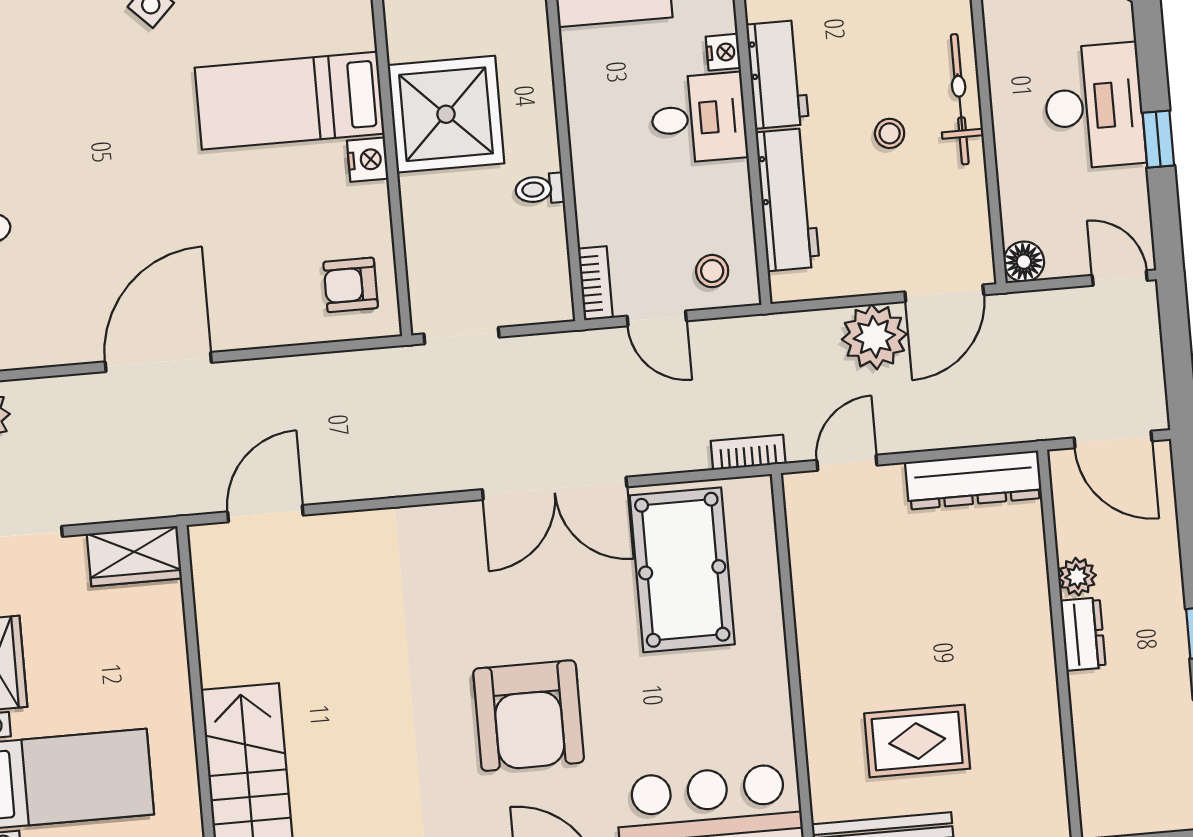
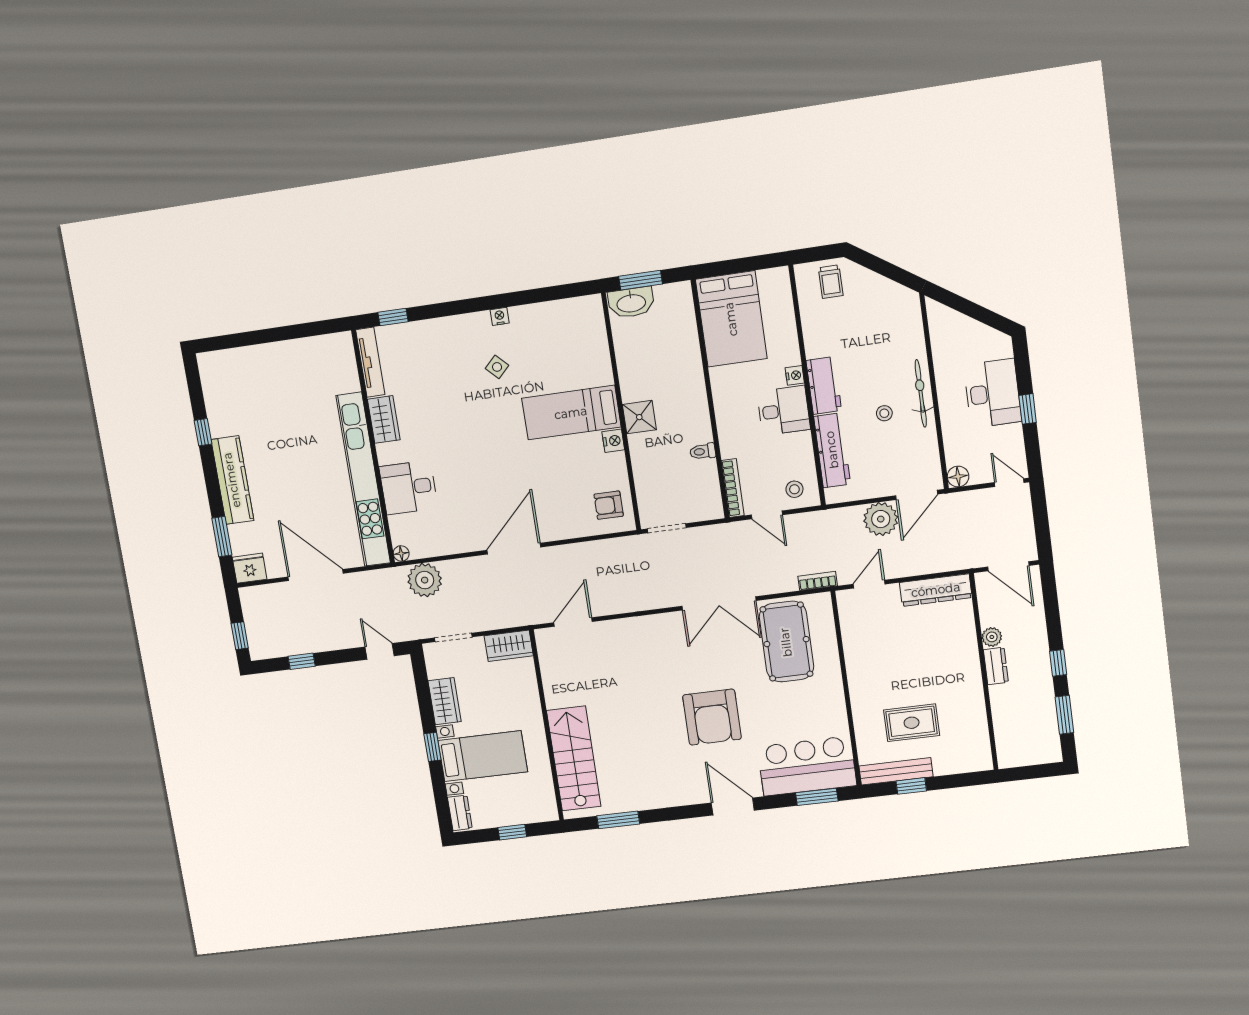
shower: (446, 114) -> (639, 417), width x0.54, depth x0.54
bookcase: (595, 283) -> (733, 488), width x1.56

